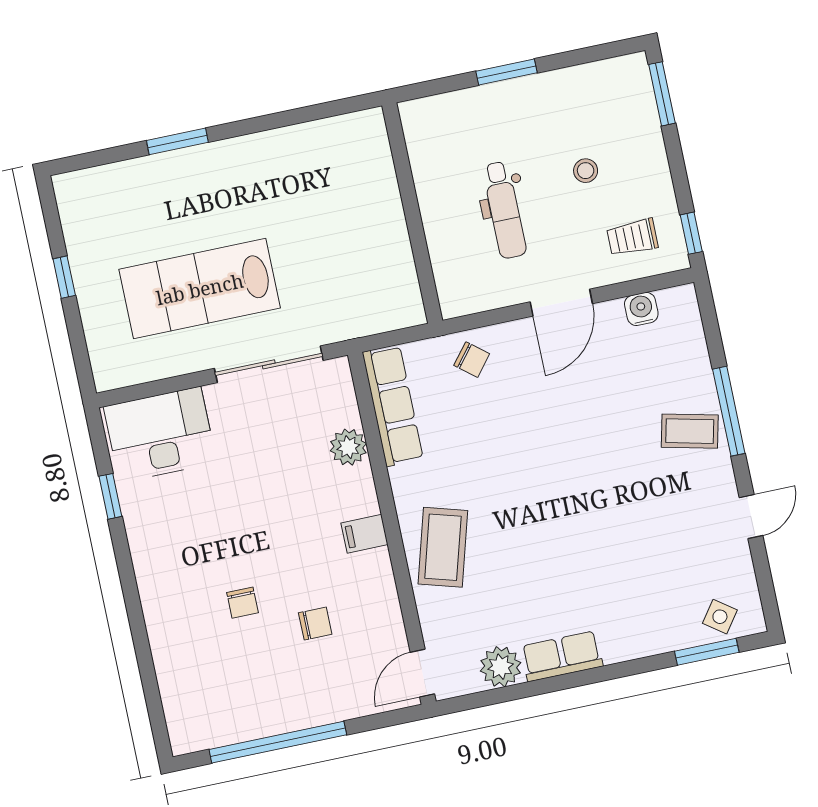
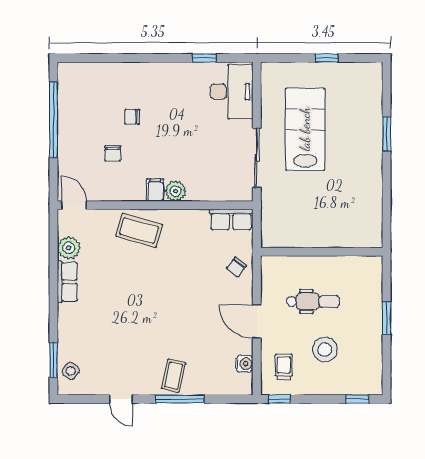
window: (662, 94) -> (357, 399), width x0.67
stool: (586, 171) -> (325, 349), width x1.89, depth x1.89
dental chair: (504, 210) -> (313, 301), turned 180
row of seats: (393, 406) -> (231, 220), width x0.68
plant: (348, 447) -> (176, 191), moved

